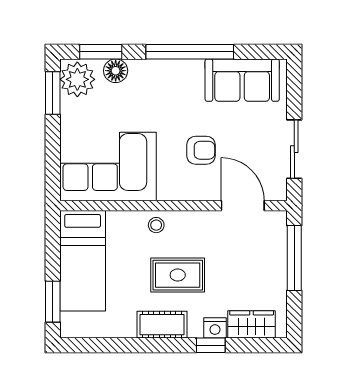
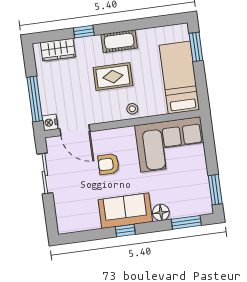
window: (190, 52) -> (125, 231), width x0.32
floor lamp: (116, 71) -> (161, 212), moved
plant: (77, 79) -> (200, 201), removed
sofa: (242, 80) -> (125, 211), moved
nightstand: (215, 328) -> (50, 122), moved, turned -90

